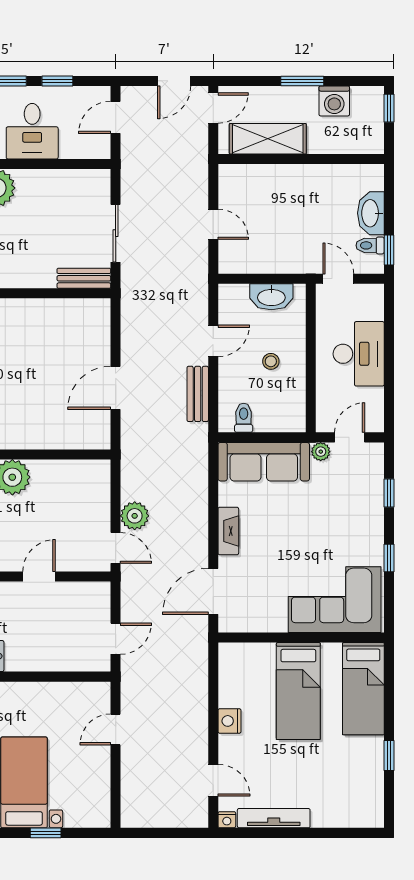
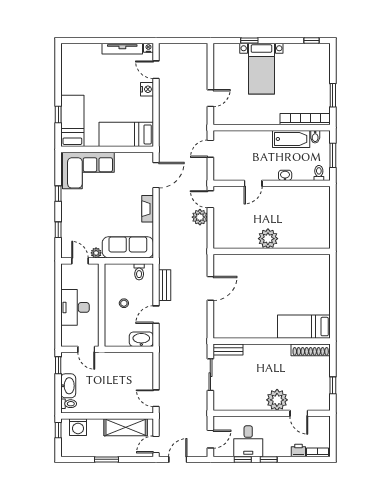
washing machine: (334, 101) -> (78, 427), moved, turned 180
window: (389, 108) -> (58, 430), moved
desk: (32, 131) -> (248, 441), moved, turned 180
door: (213, 224) -> (156, 398), moved
toilet: (370, 245) -> (69, 404), moved
washbasin: (271, 297) -> (141, 339), moved
door: (350, 437) -> (80, 261), swing flipped
bed: (298, 691) -> (126, 134), moved, turned -90
nightstand: (229, 721) -> (147, 89), moved
window: (389, 755) -> (58, 114), moved

